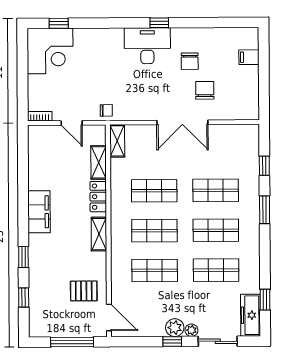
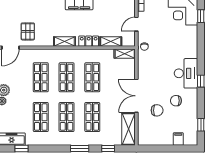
window: (227, 22) -> (201, 125), added
shelving: (234, 134) -> (129, 129), added

